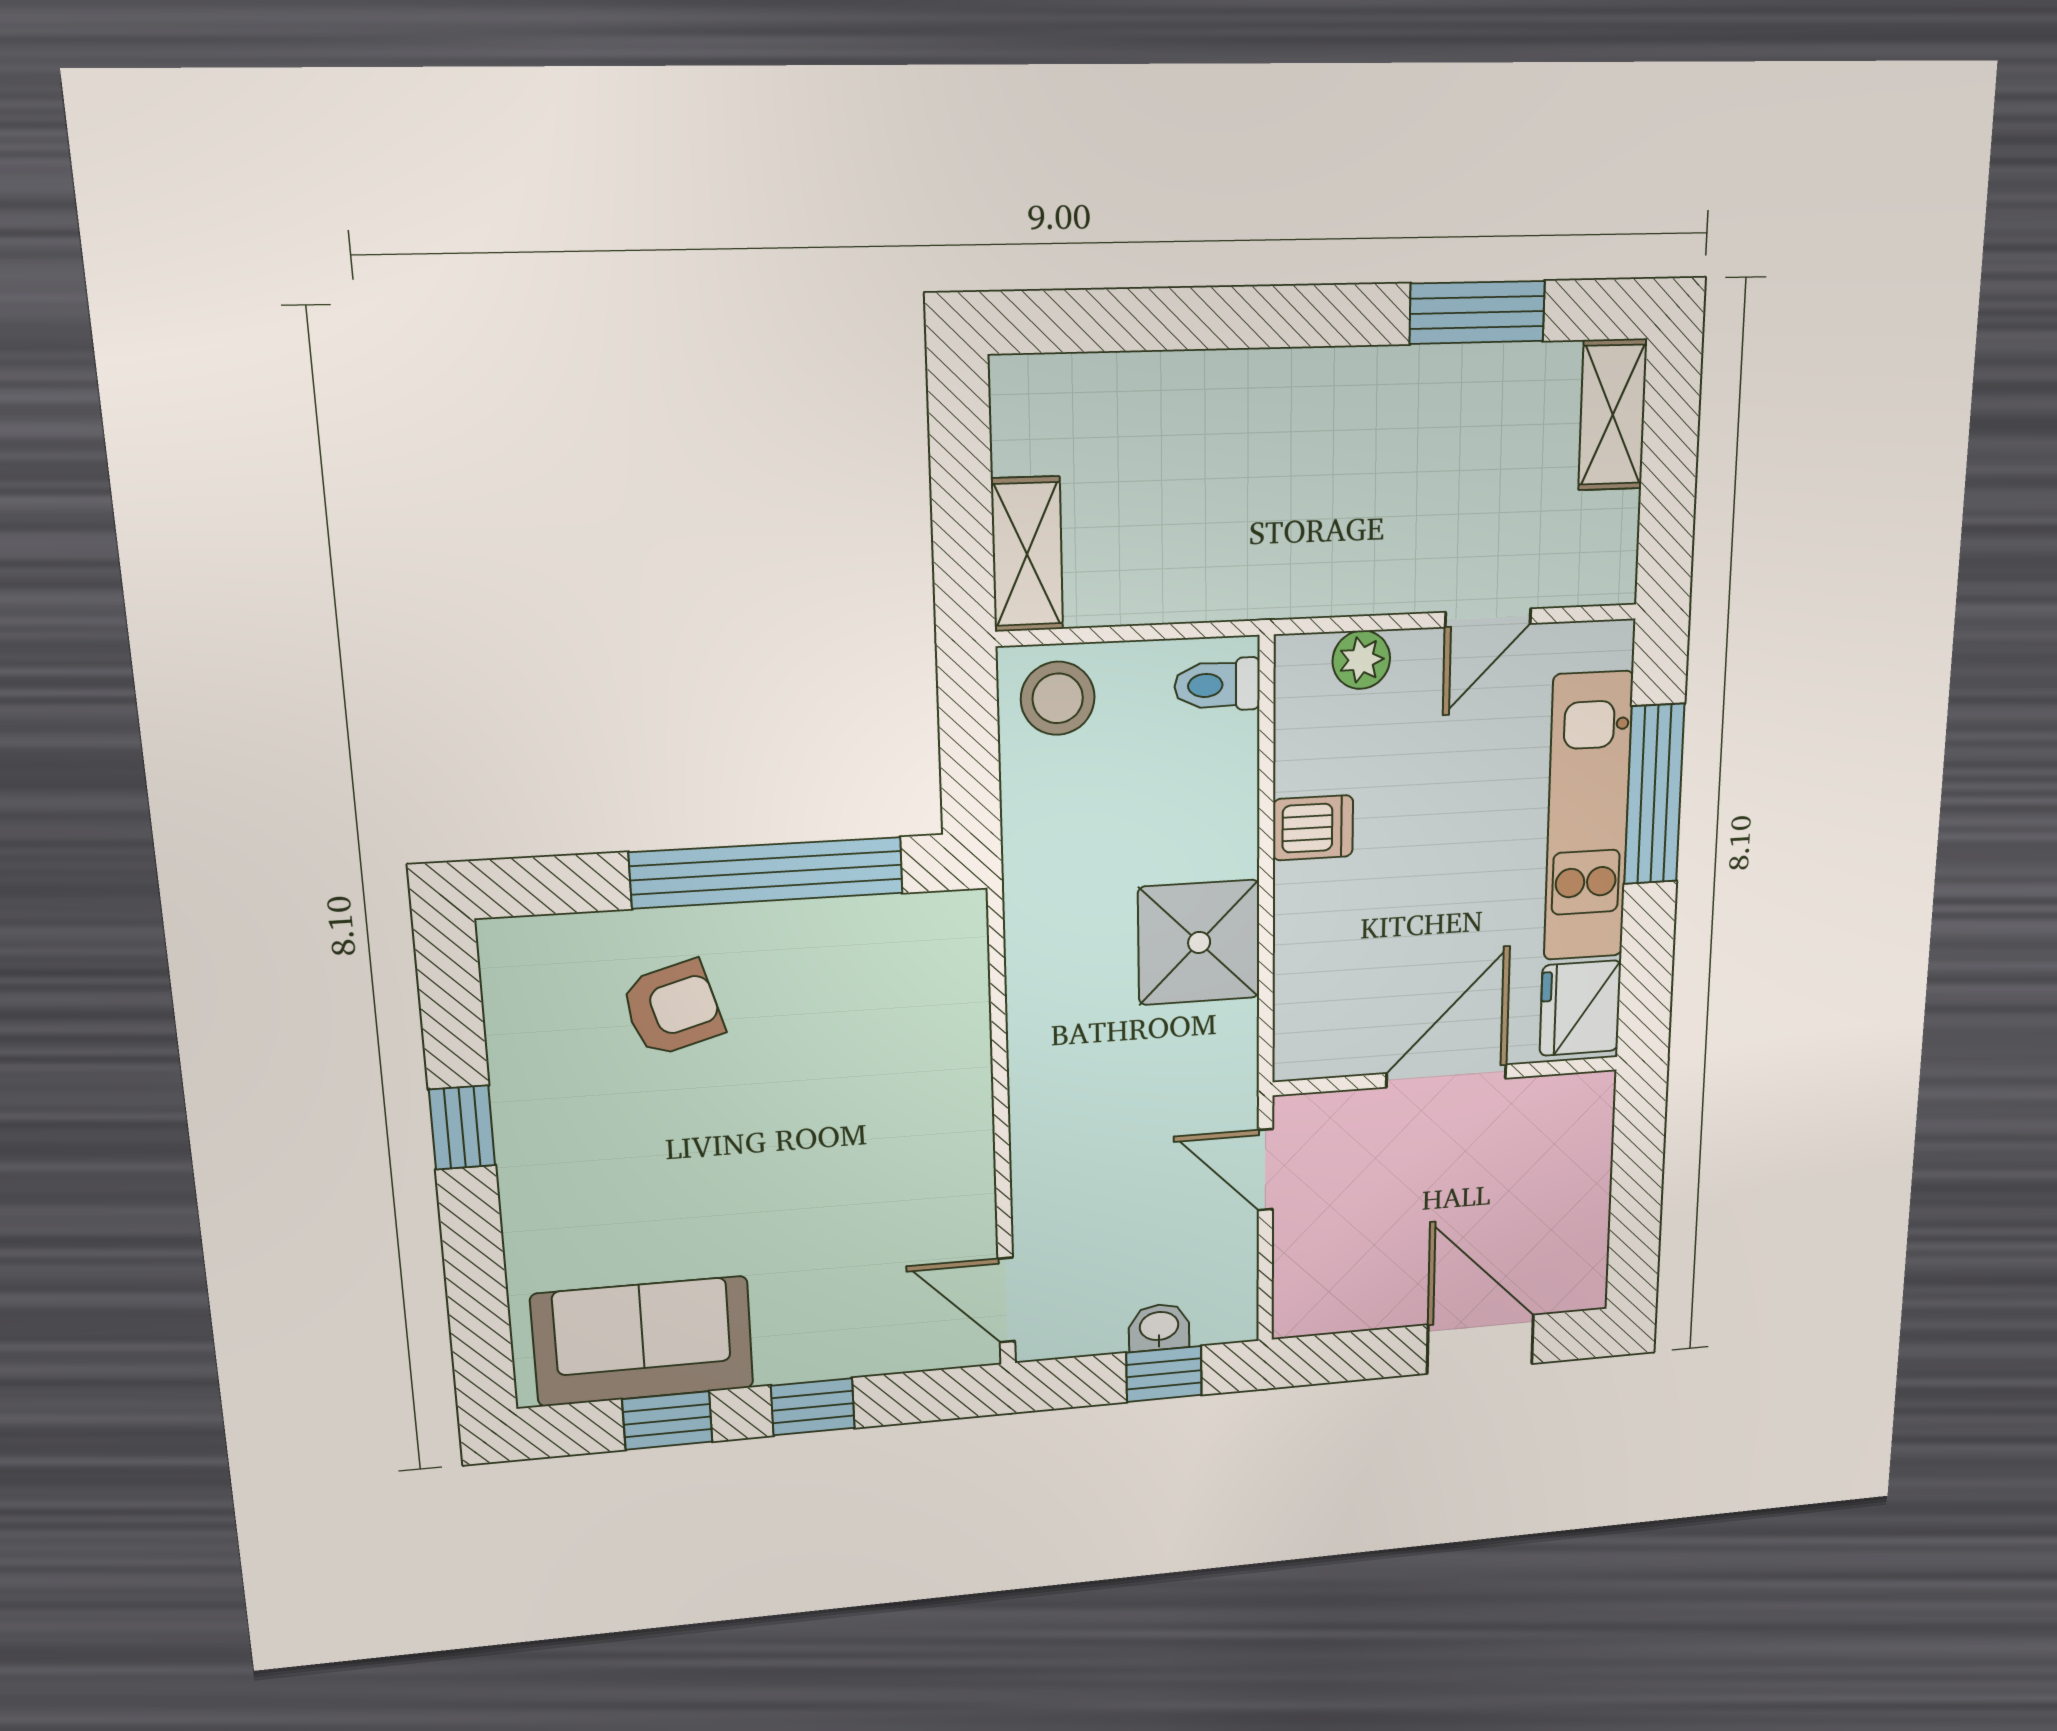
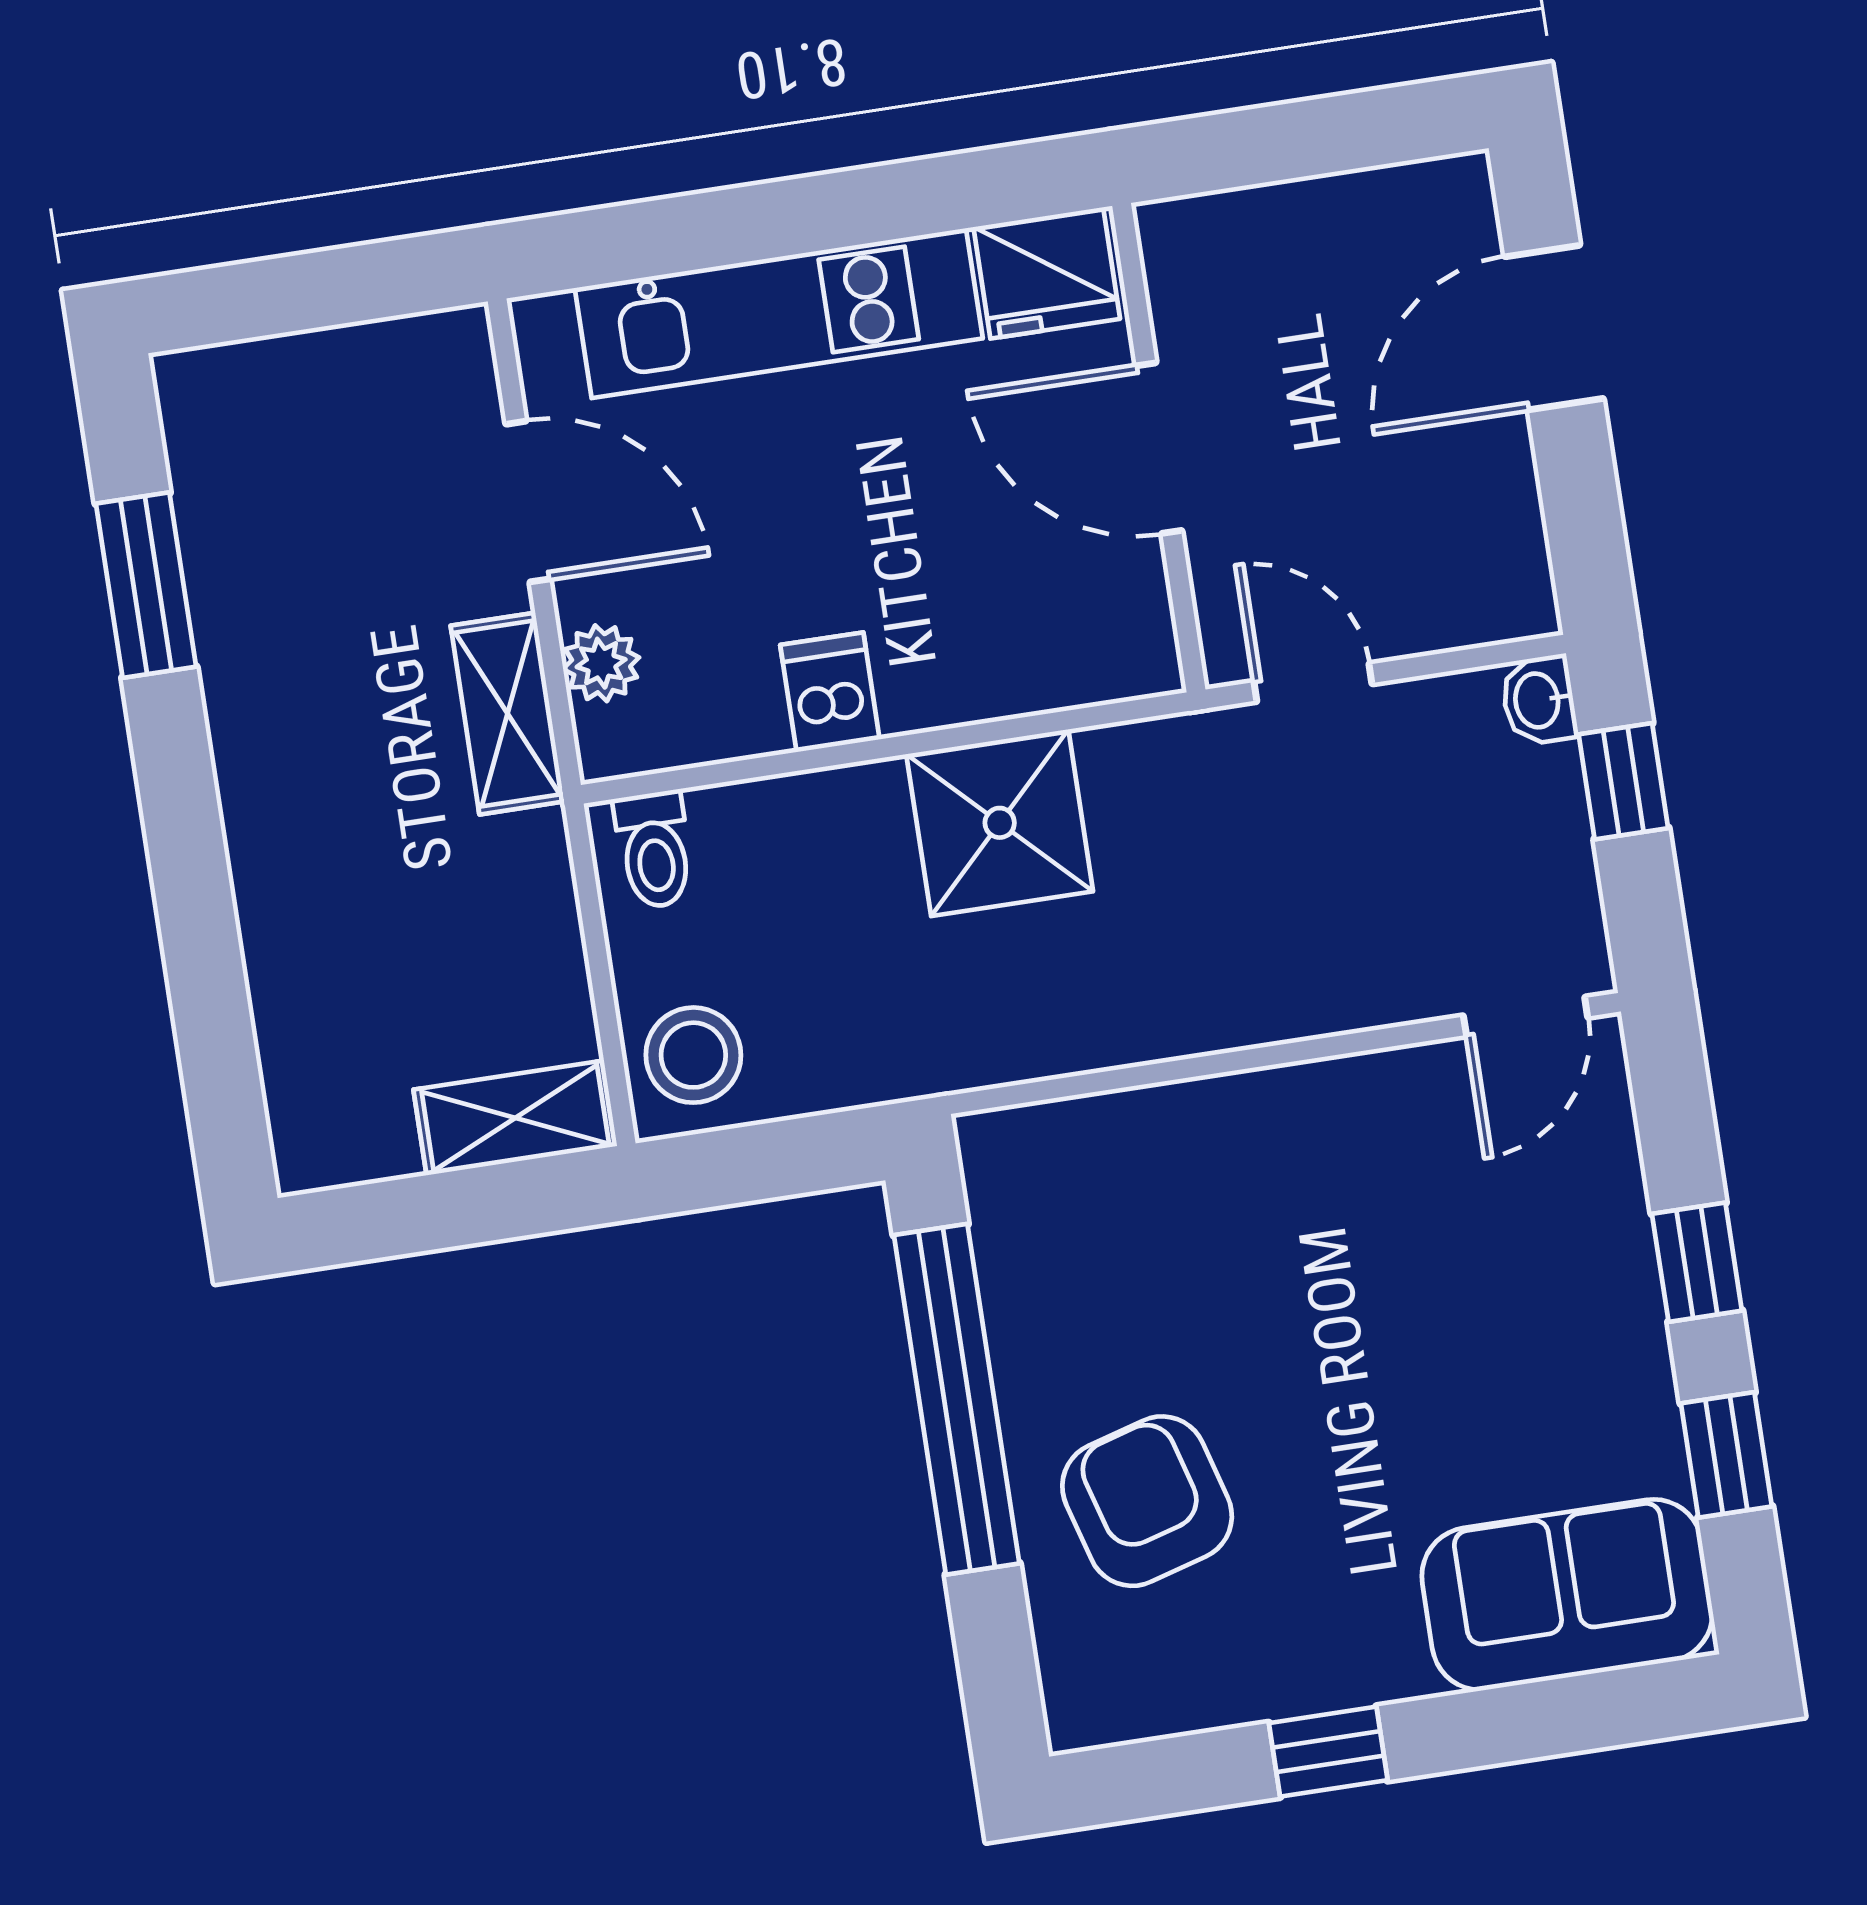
shelving: (1613, 415) -> (507, 714), moved, turned 90
door: (1488, 618) -> (528, 502), width x1.38
window: (1654, 794) -> (739, 225), removed
armchair: (672, 1008) -> (1147, 1501), width x1.38, depth x1.38
door: (1265, 1170) -> (1313, 683), swing flipped
washbasin: (1159, 1327) -> (1539, 700), moved
sofa: (643, 1341) -> (1567, 1595), moved, turned 90

